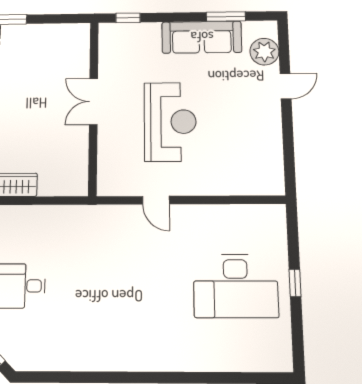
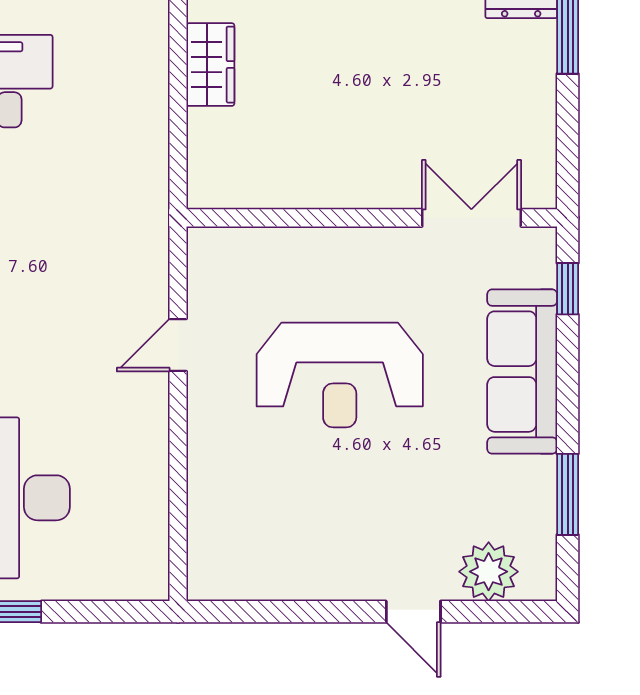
sofa: (202, 37) -> (522, 372), moved
double door: (93, 101) -> (471, 218), moved

